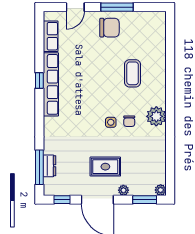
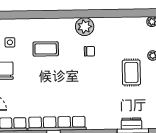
side table: (111, 122) -> (10, 42), moved

